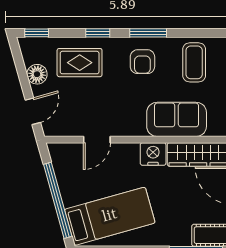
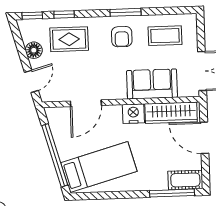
window: (98, 33) -> (64, 14), moved
coffee table: (194, 62) -> (165, 36), turned 90
door: (97, 140) -> (86, 103), width x1.37

